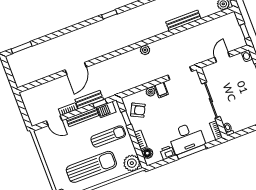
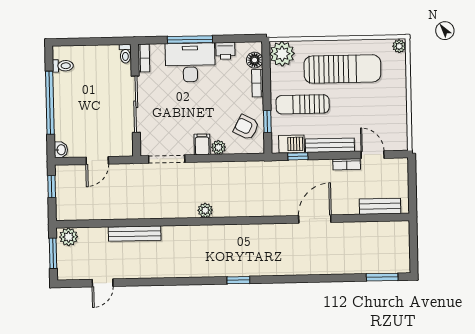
bench: (89, 100) -> (380, 206), moved
sun lounger: (91, 167) -> (342, 69), turned 180

